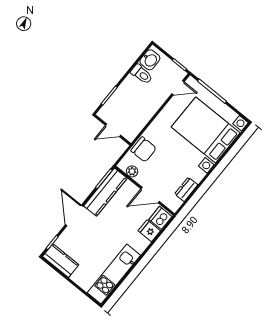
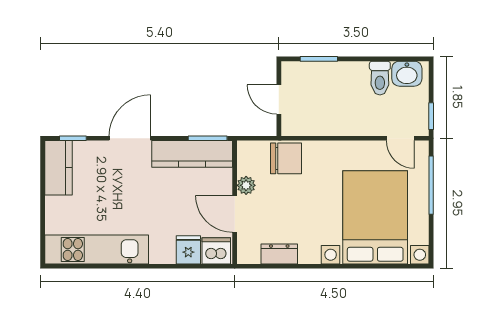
chair: (144, 149) -> (286, 158), turned -90
plant: (132, 171) -> (246, 185), moved

